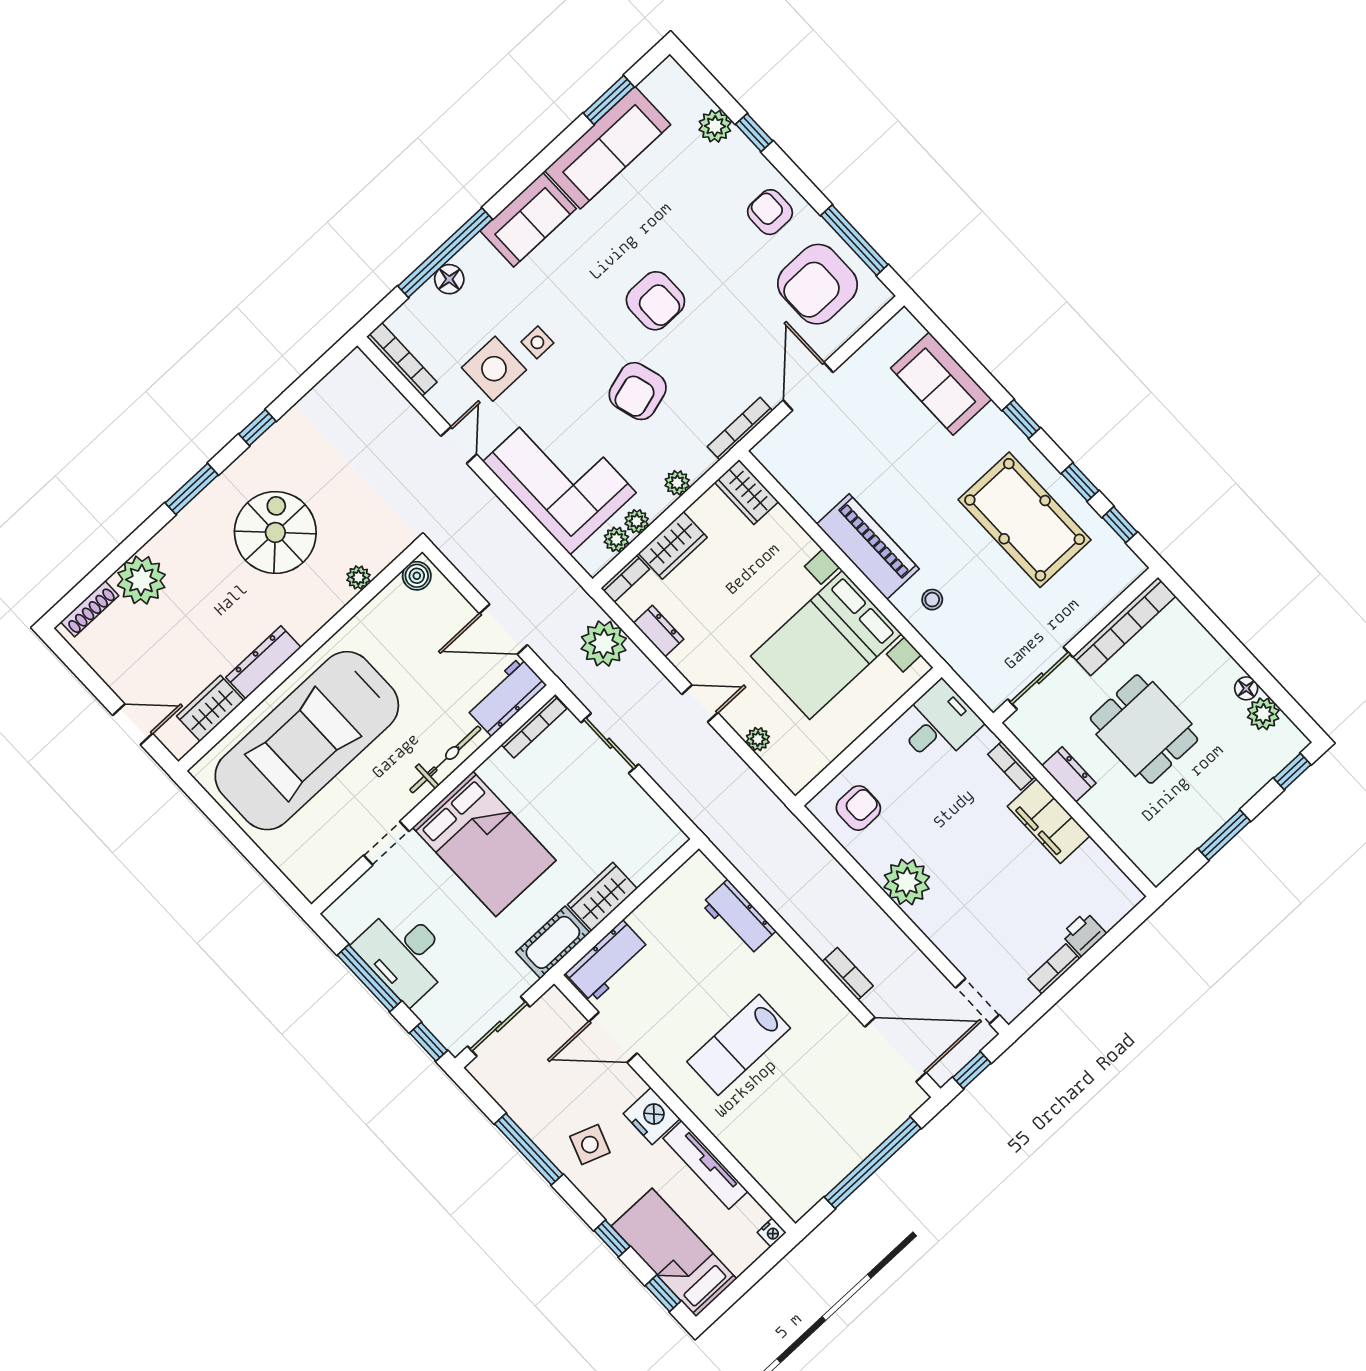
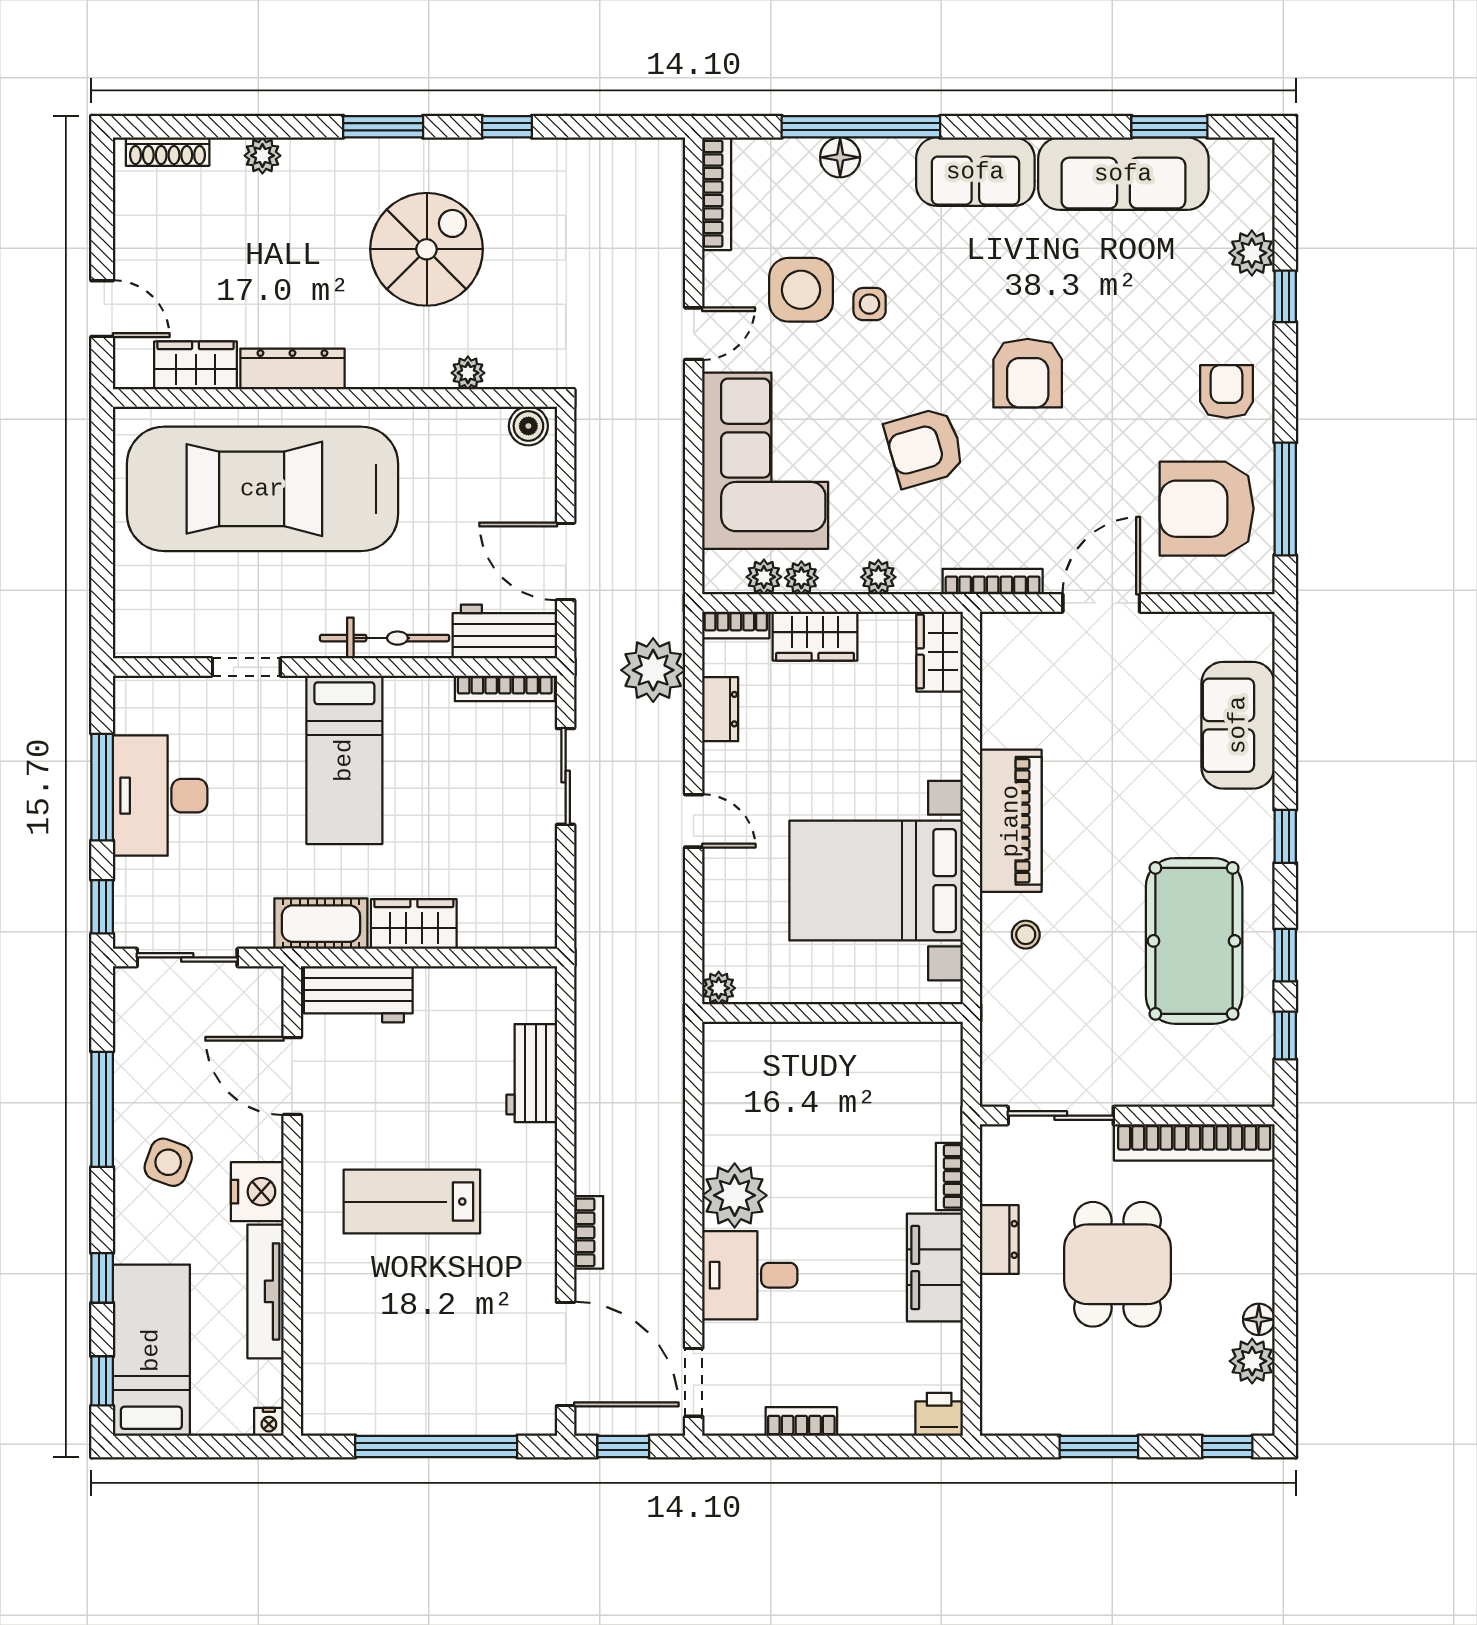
plant: (141, 580) -> (262, 156), width x0.53, depth x0.53
desk: (938, 724) -> (750, 1275), moved, turned 180
plant: (758, 739) -> (719, 988), moved
armchair: (858, 808) -> (755, 1075), removed
bed: (484, 844) -> (344, 760), width x0.67
printer: (1084, 934) -> (939, 1414), moved

